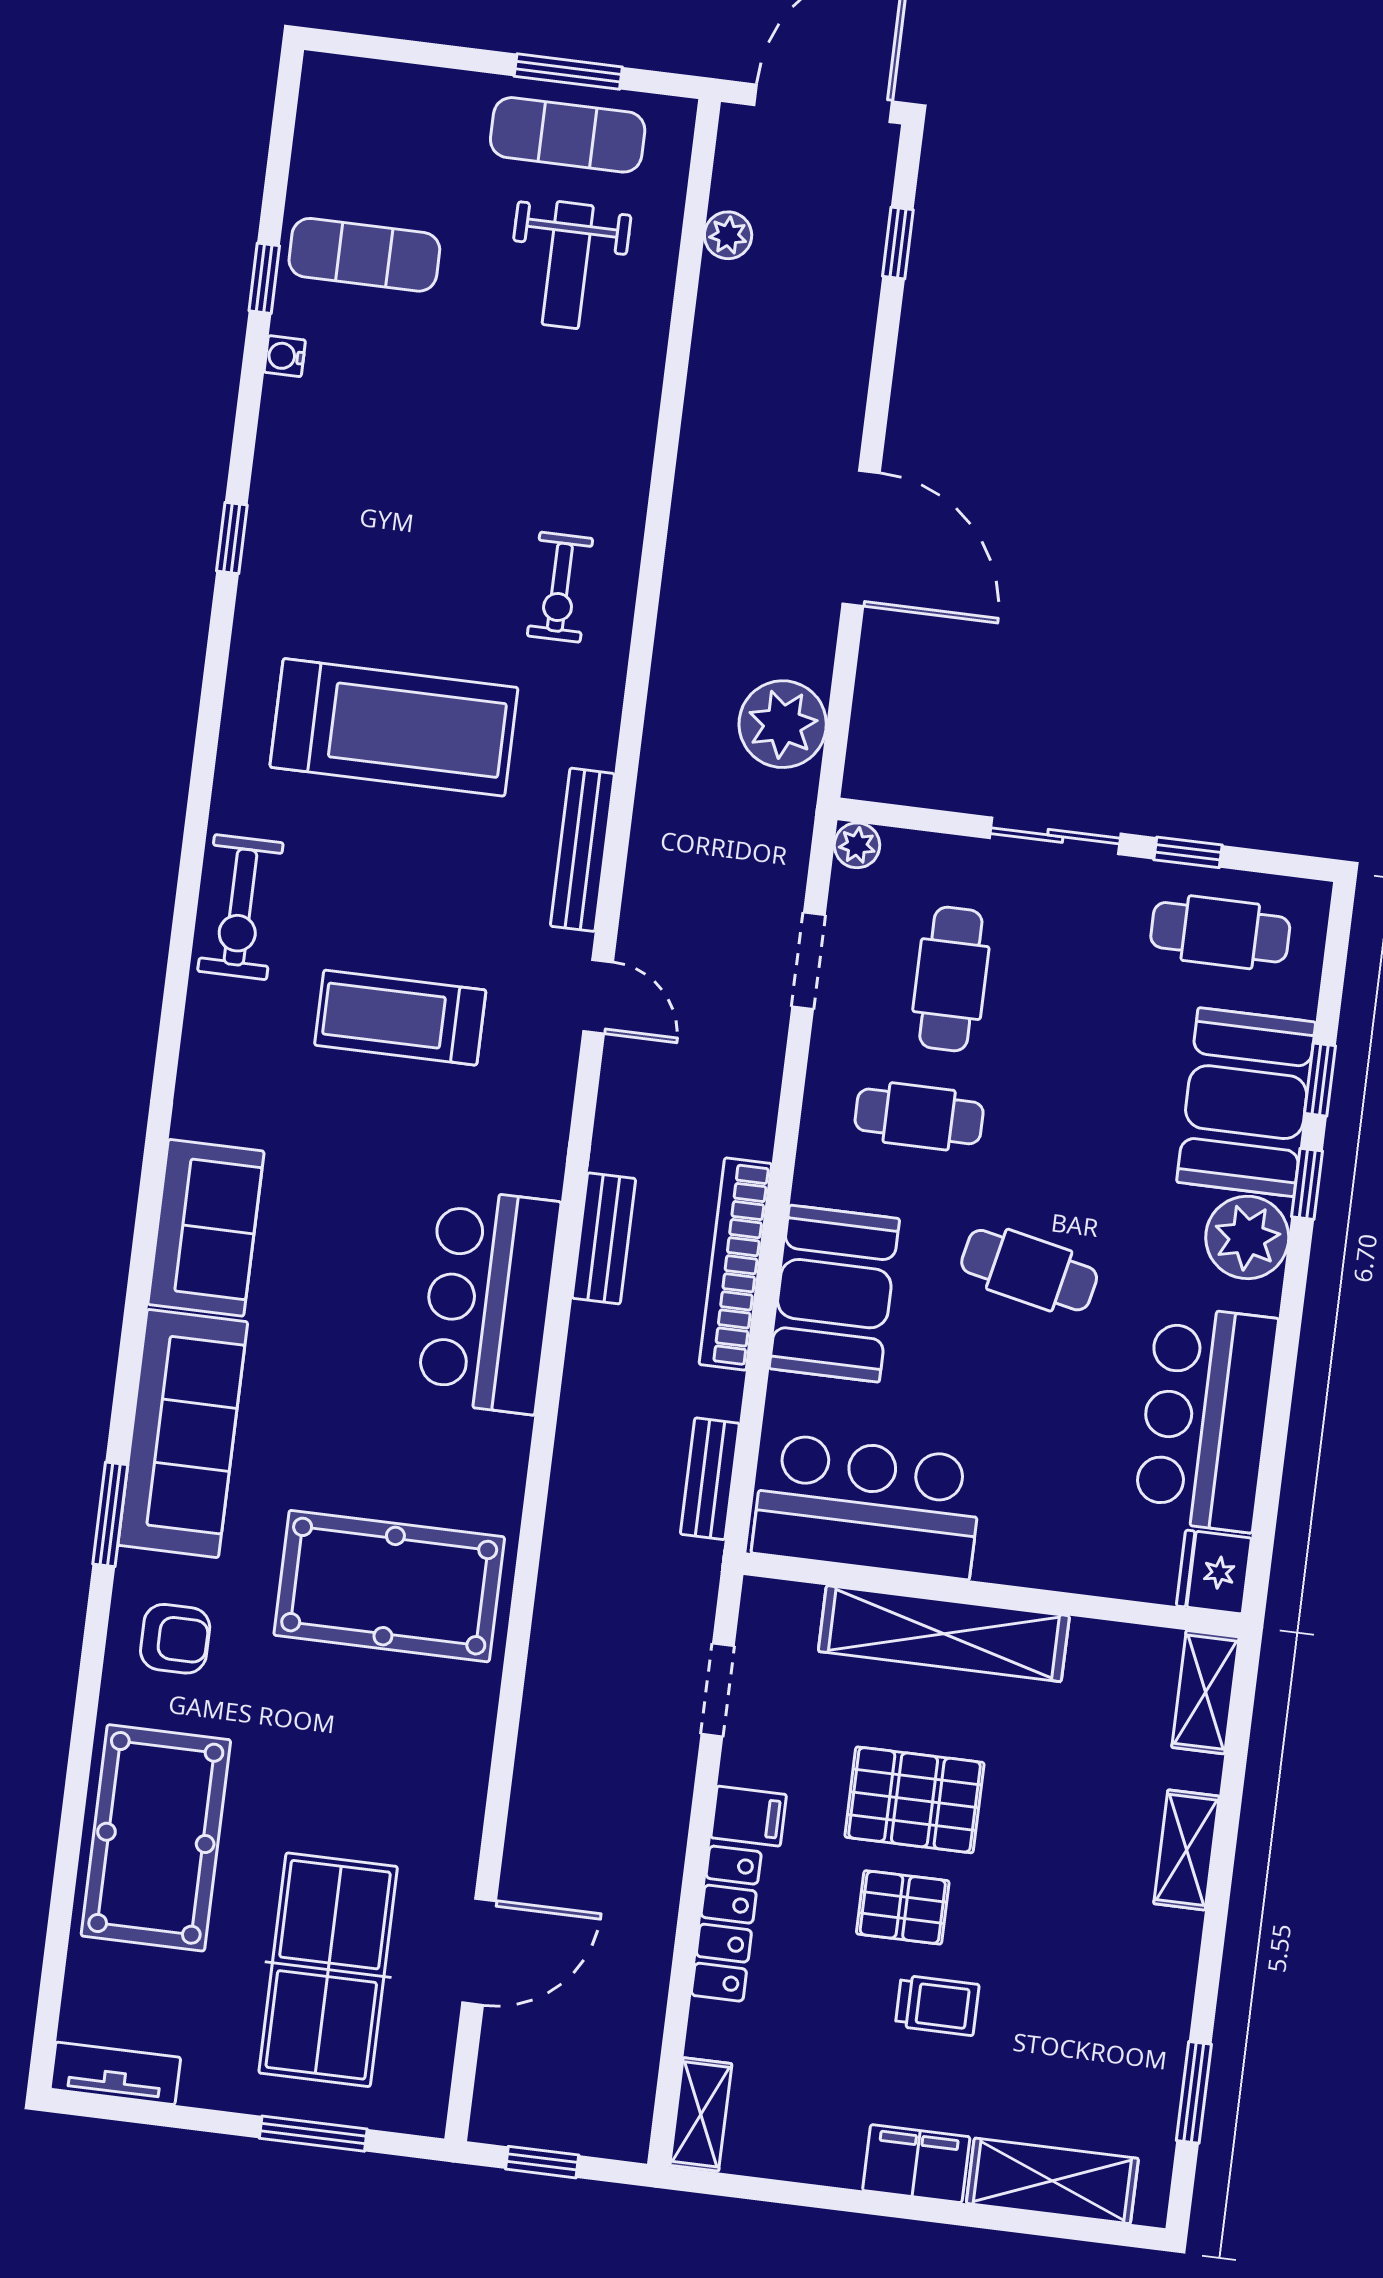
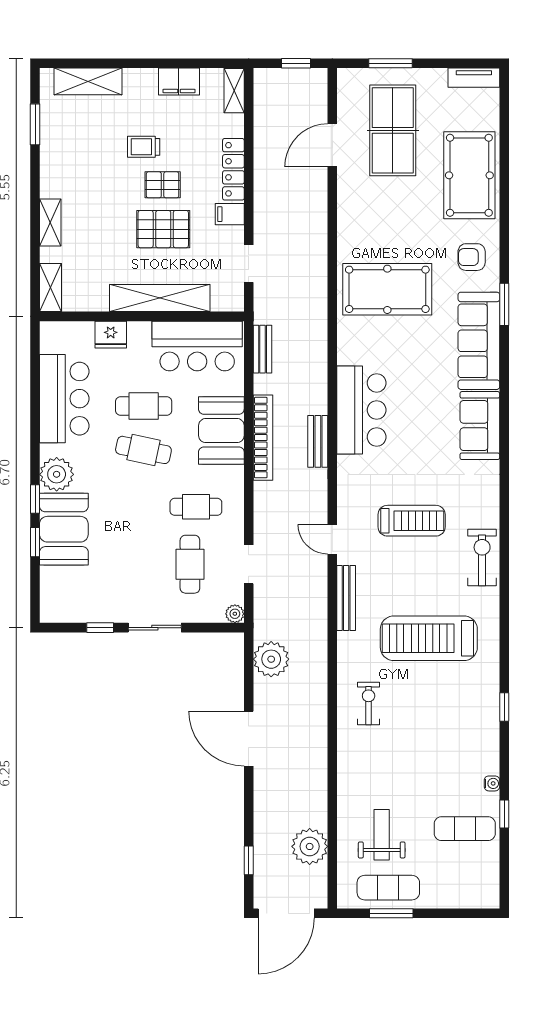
plant: (728, 235) -> (310, 846), width x1.88, depth x1.88
cafe table: (1220, 932) -> (144, 406), moved
fridge: (1214, 1572) -> (111, 335), moved, turned 90
filing cabinet: (916, 2164) -> (179, 81), moved

